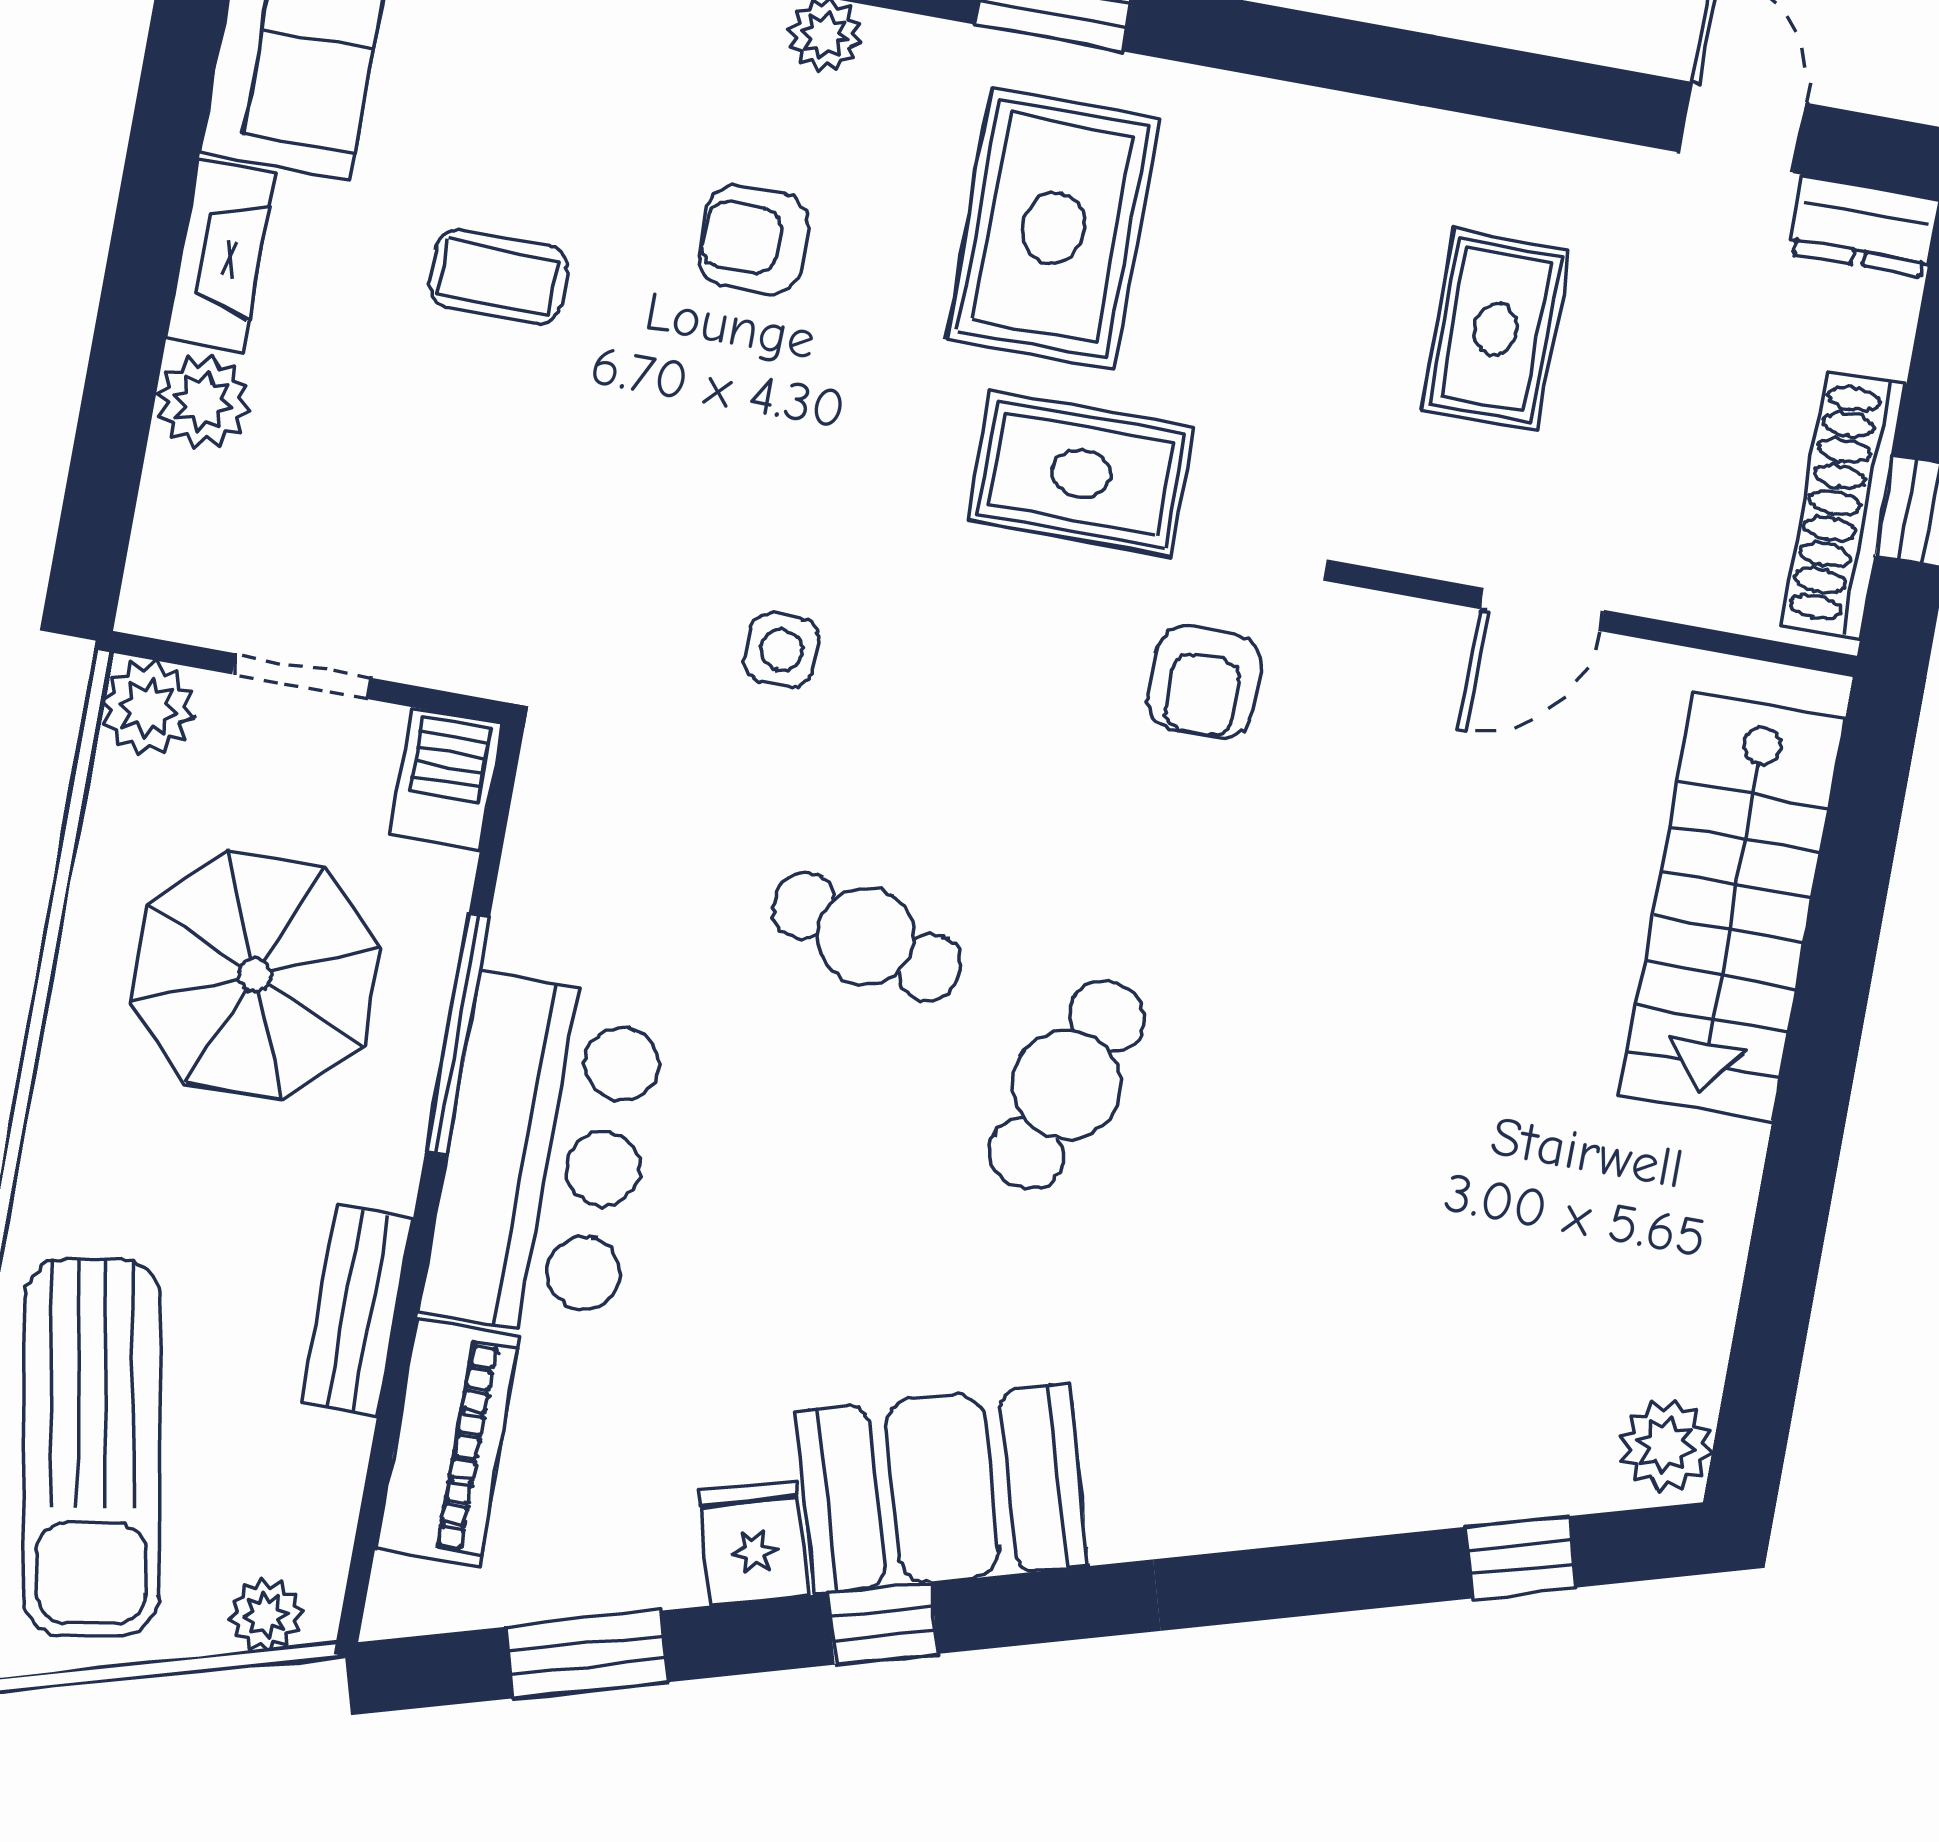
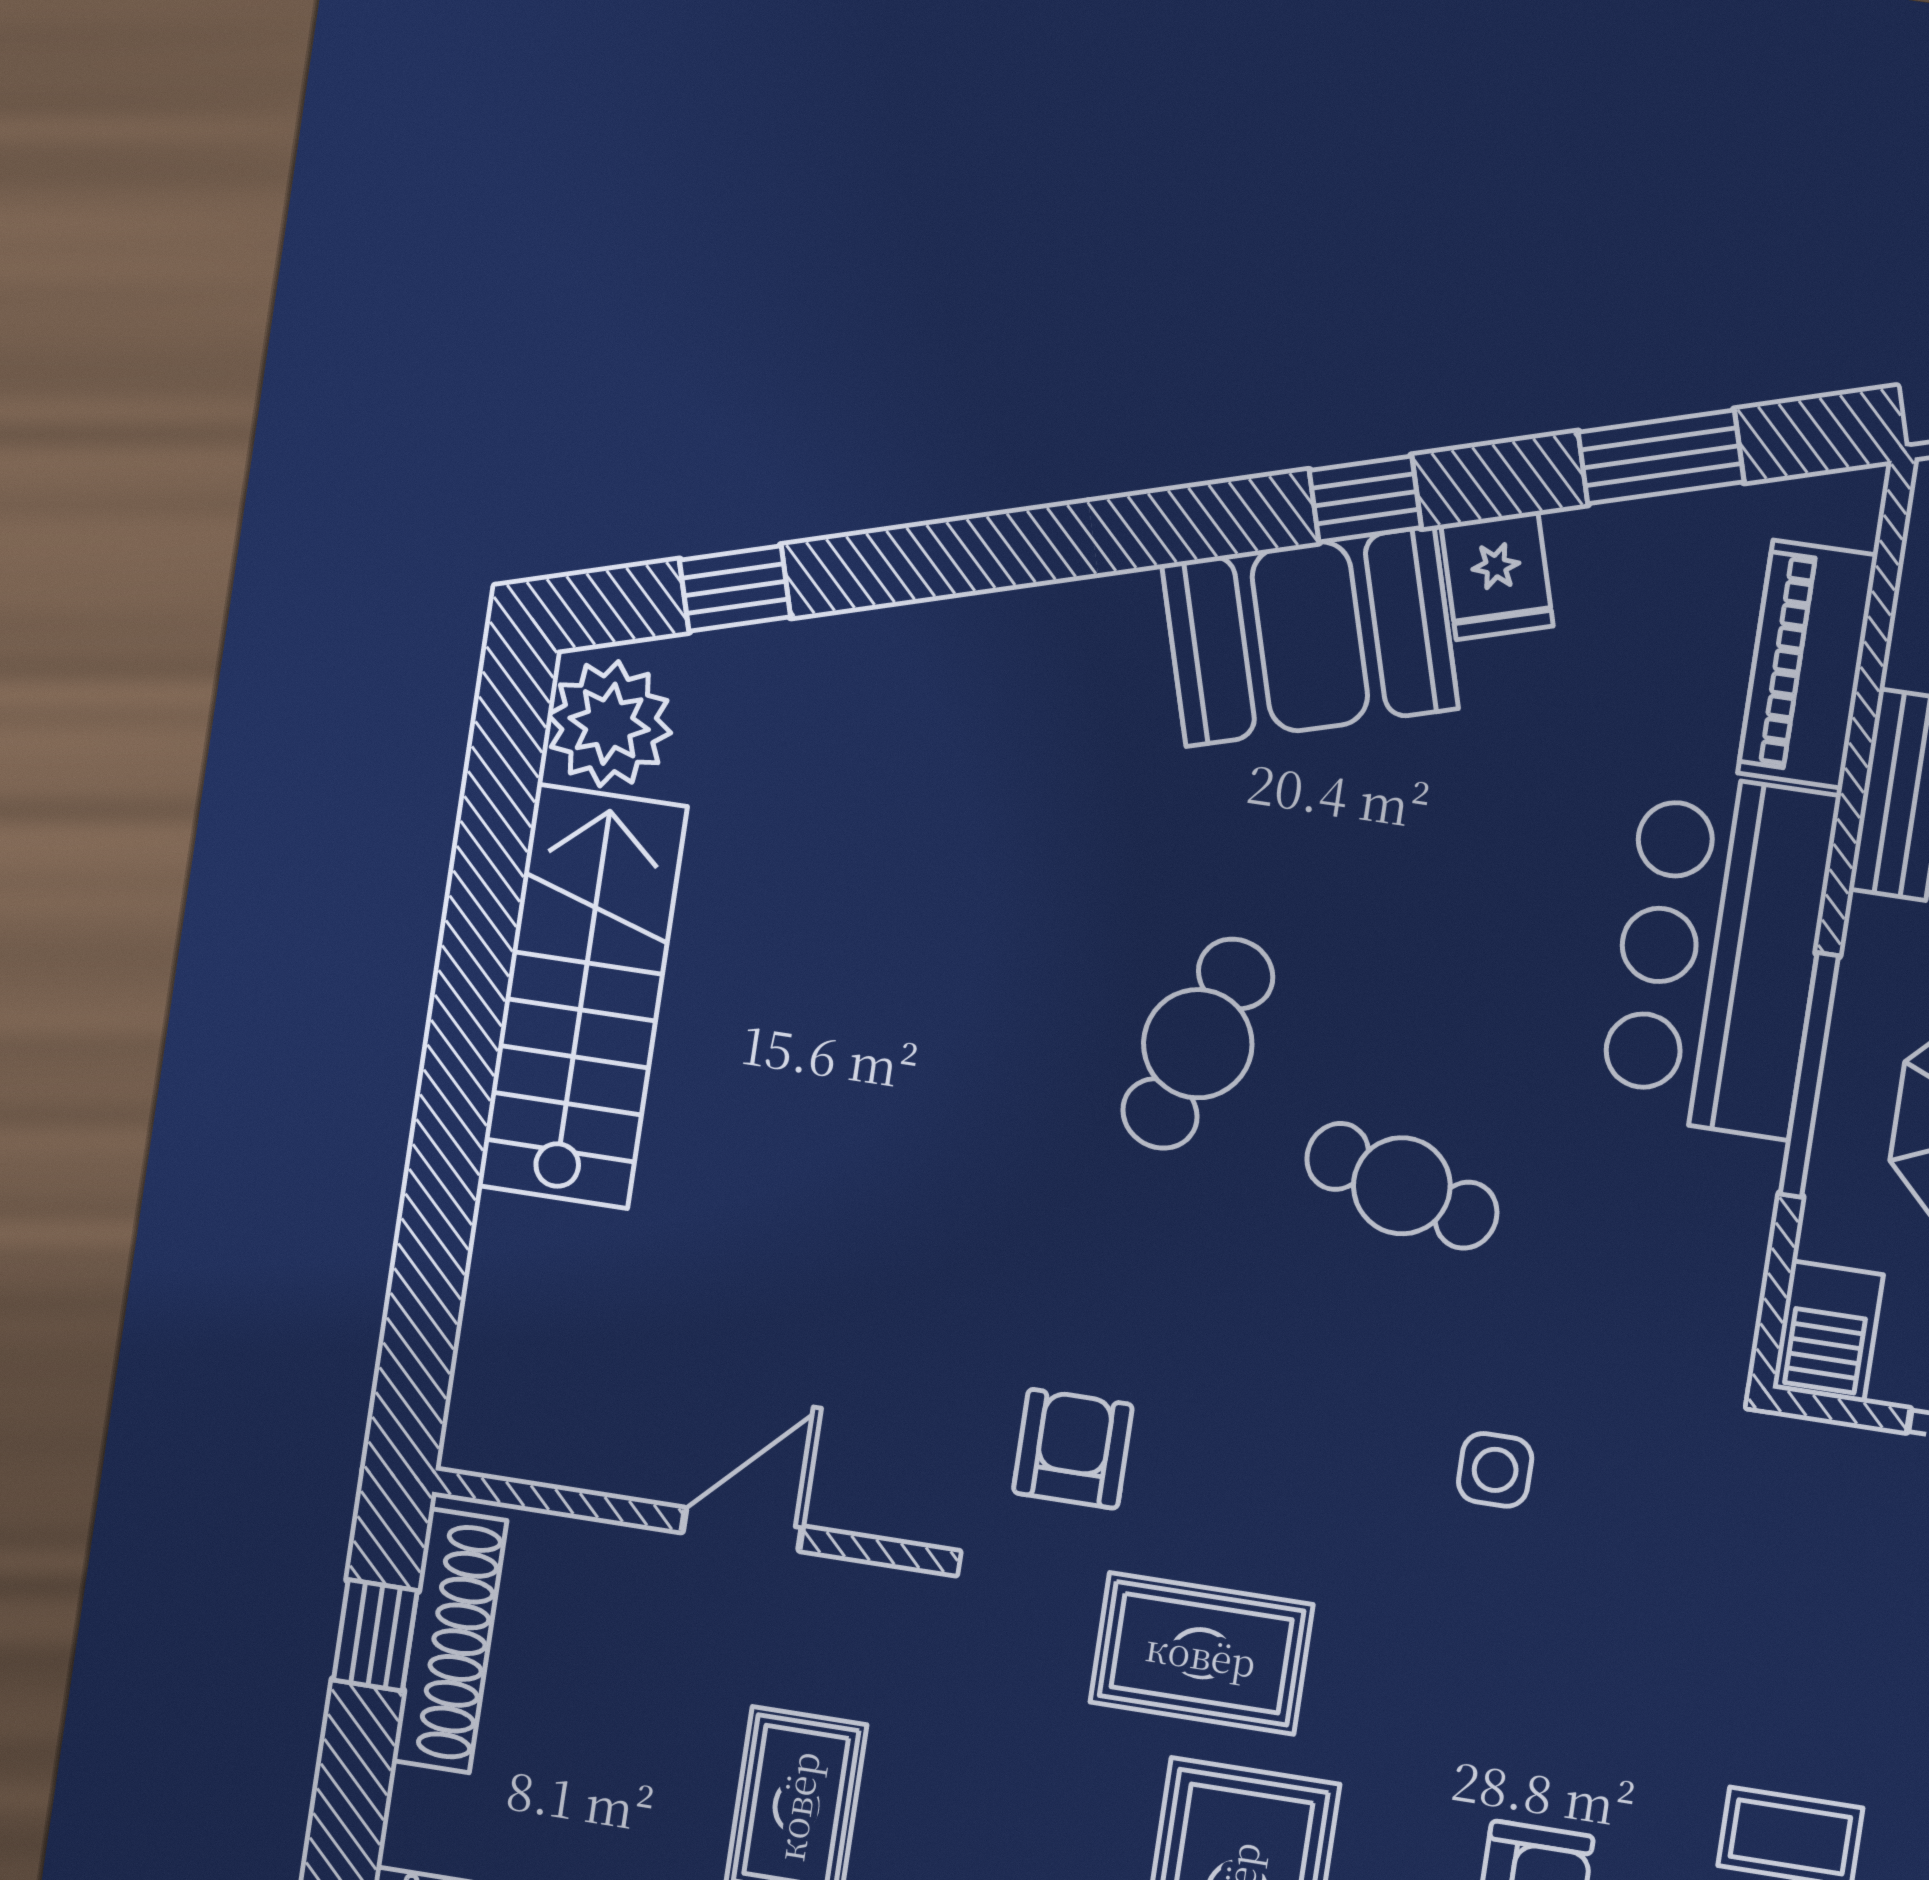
stairs: (1733, 907) -> (582, 996), moved
plant: (1666, 1445) -> (609, 724), width x1.36, depth x1.36

